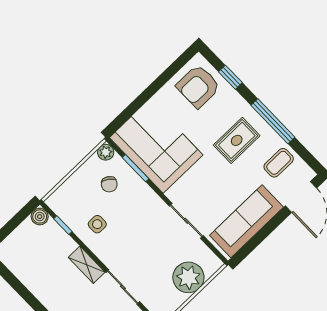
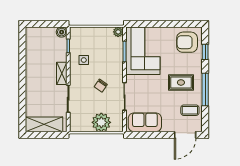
chair: (109, 184) -> (101, 86), moved
sofa: (246, 221) -> (145, 122), width x0.73

